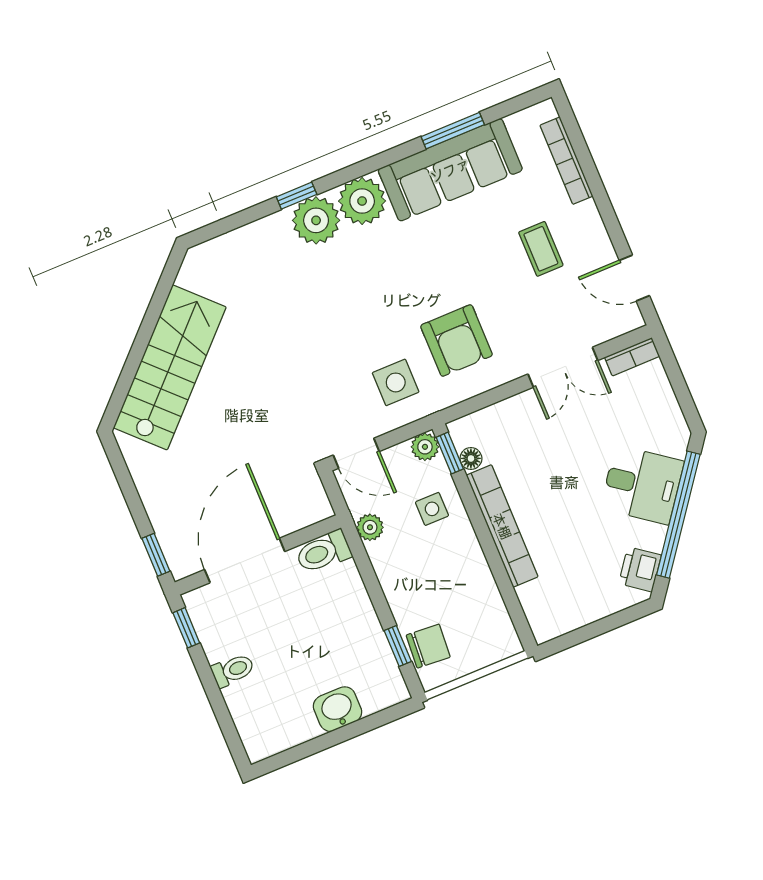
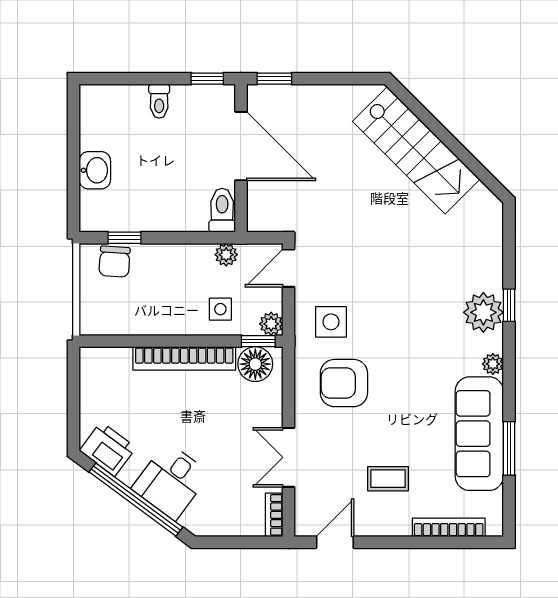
plant: (362, 201) -> (493, 364), width x0.53, depth x0.53
floor lamp: (471, 458) -> (255, 364), width x1.89, depth x1.89
printer: (640, 569) -> (108, 449), width x1.36, depth x1.24

